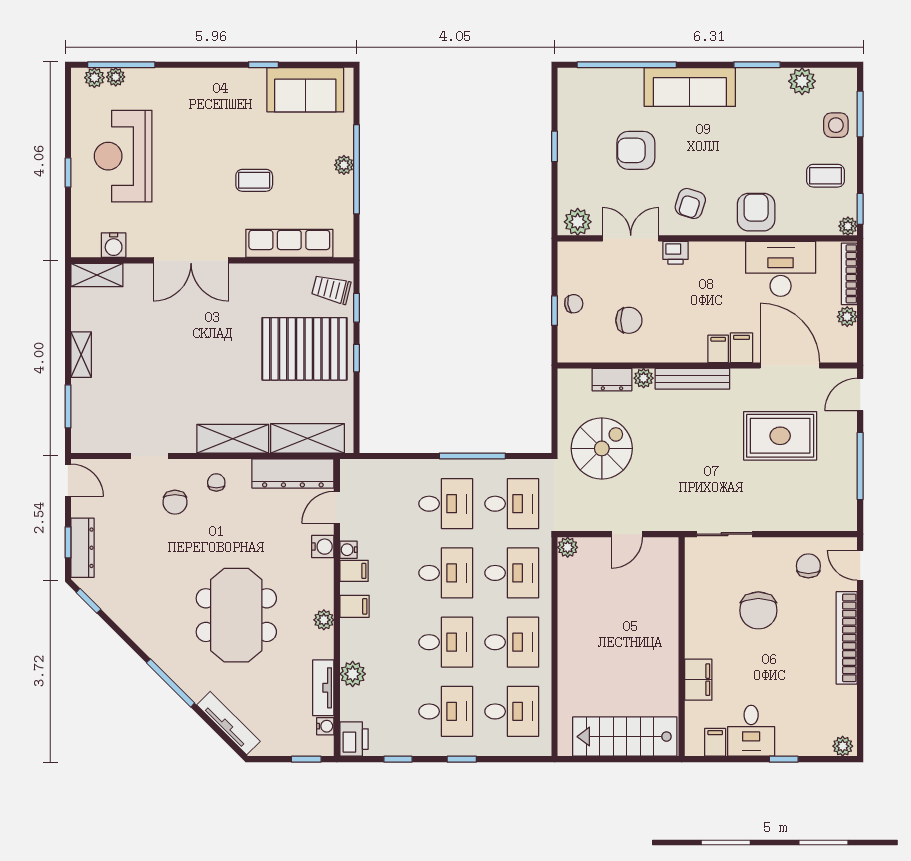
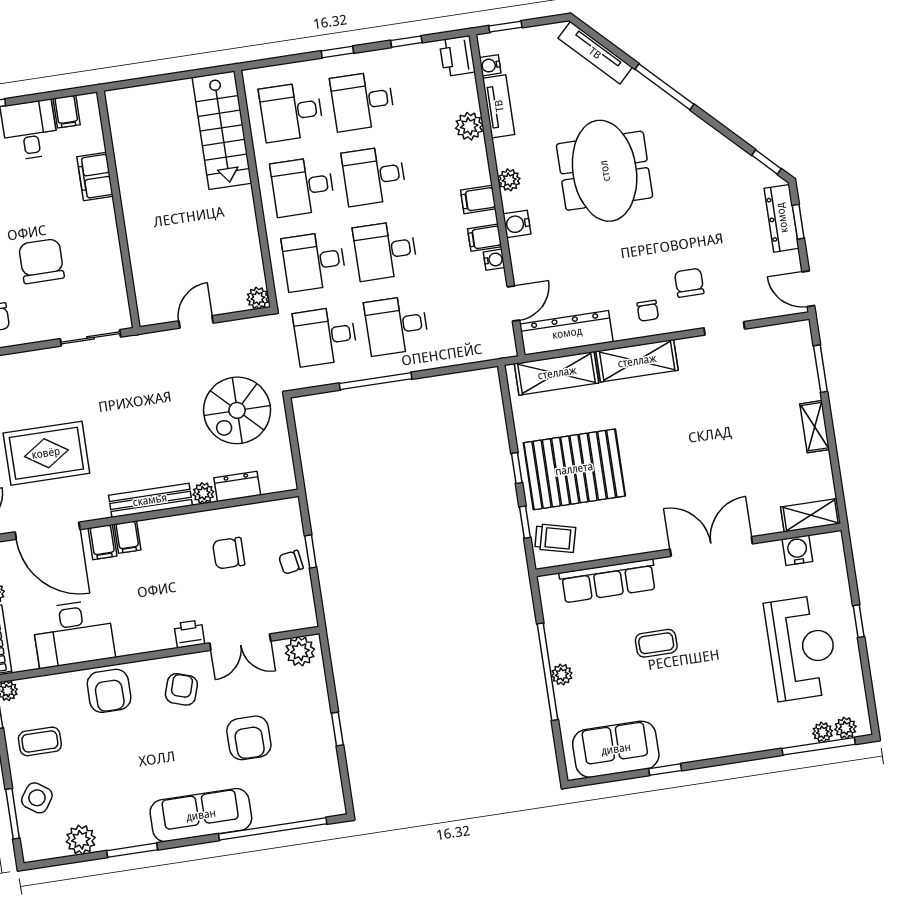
side table: (836, 125) -> (37, 798), turned 35
armchair: (636, 150) -> (249, 738), turned 90
water cooler: (323, 547) -> (517, 224), moved
stairs: (625, 737) -> (222, 130), moved, turned 90

